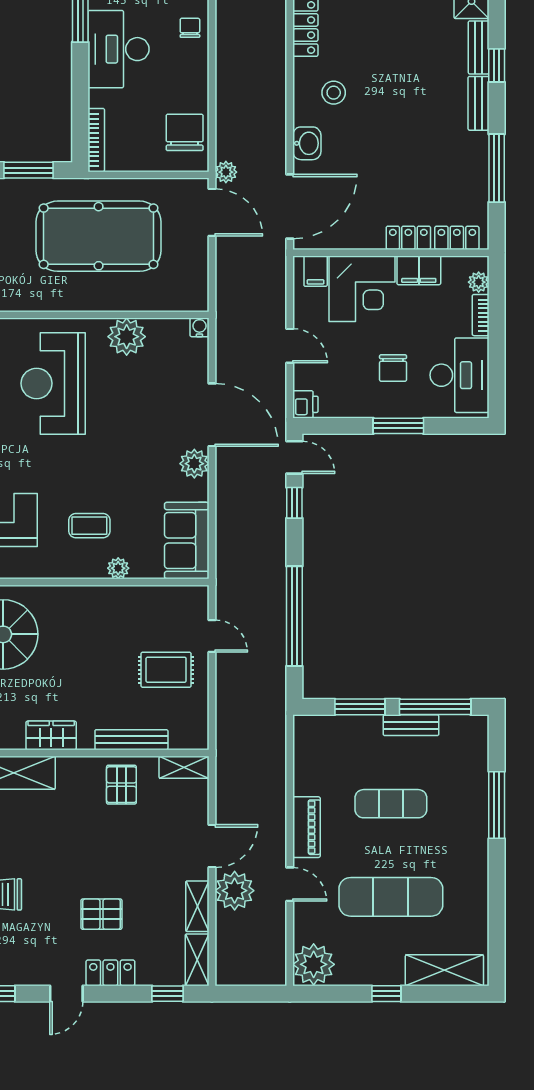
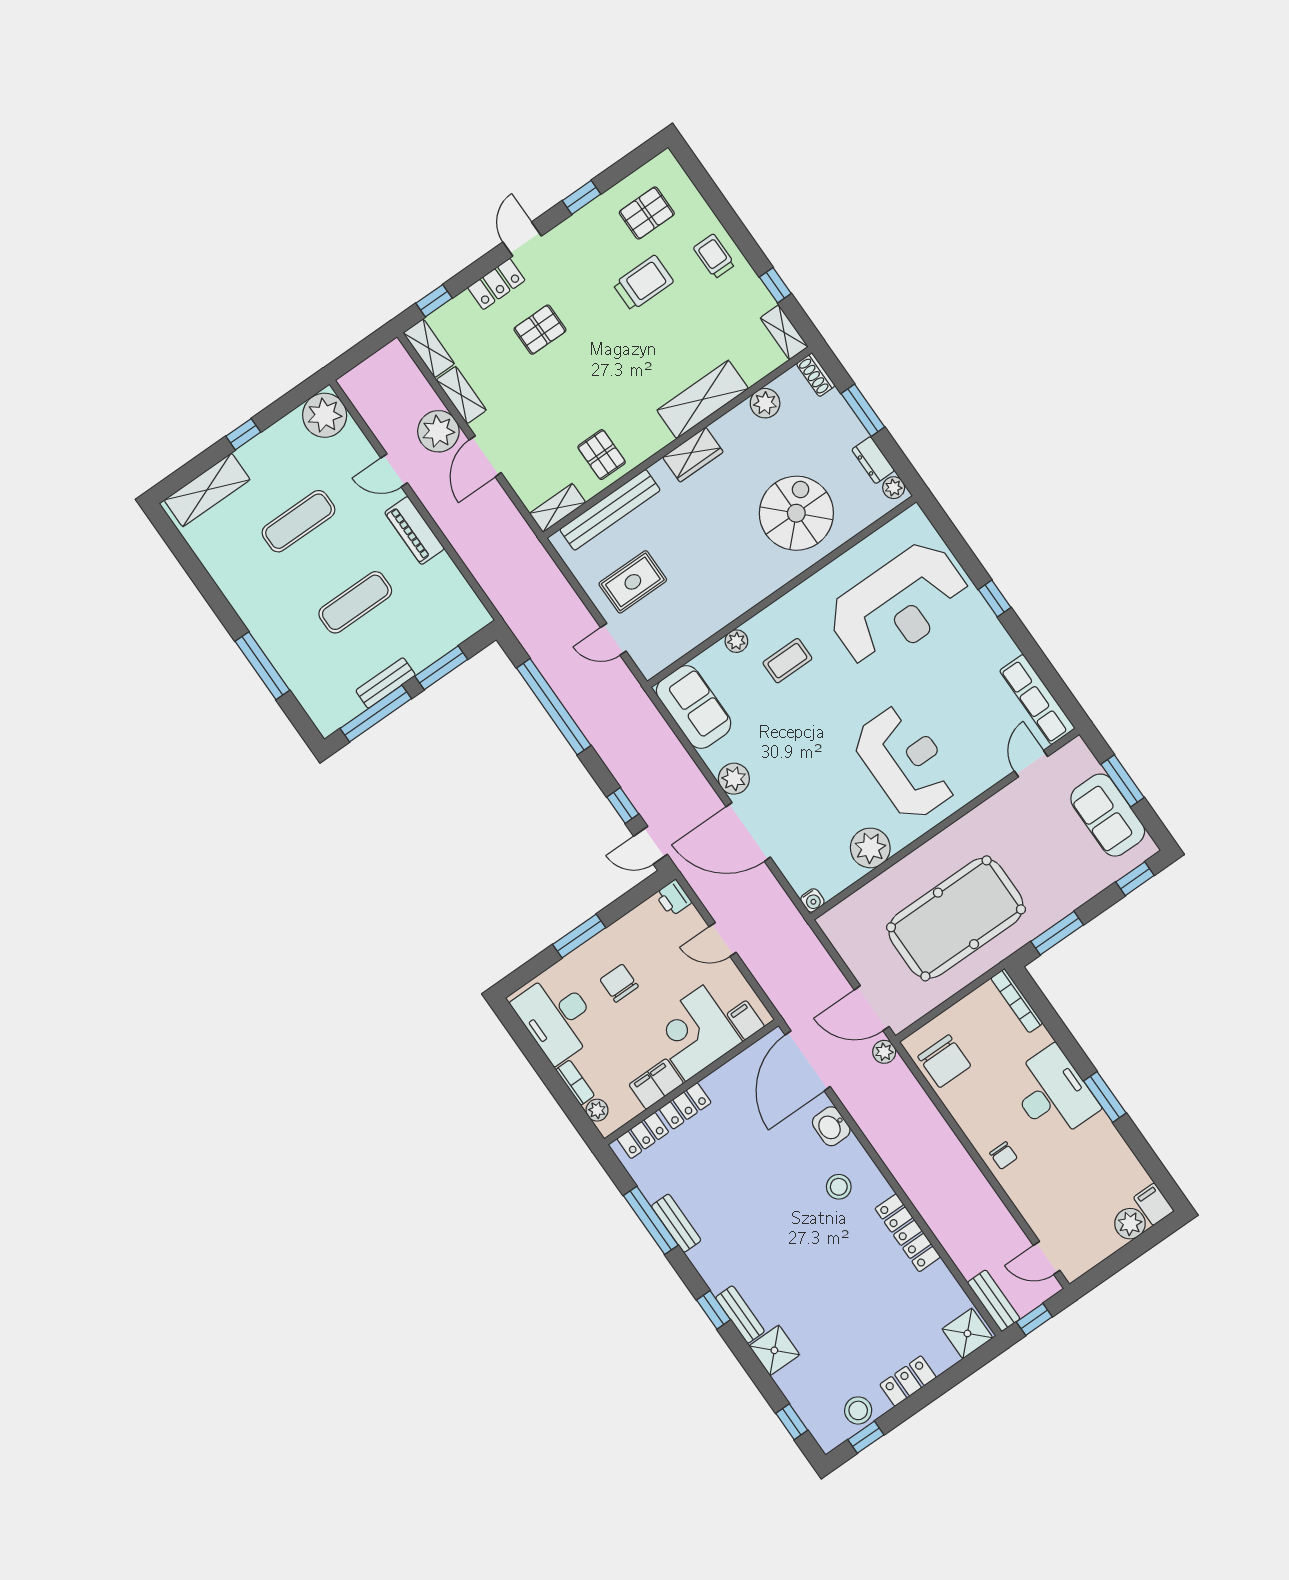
bench: (479, 103) -> (676, 1223), moved
bench: (131, 740) -> (610, 510), width x1.37, depth x1.21
exercise mat: (391, 897) -> (298, 521), width x0.73, depth x0.69

